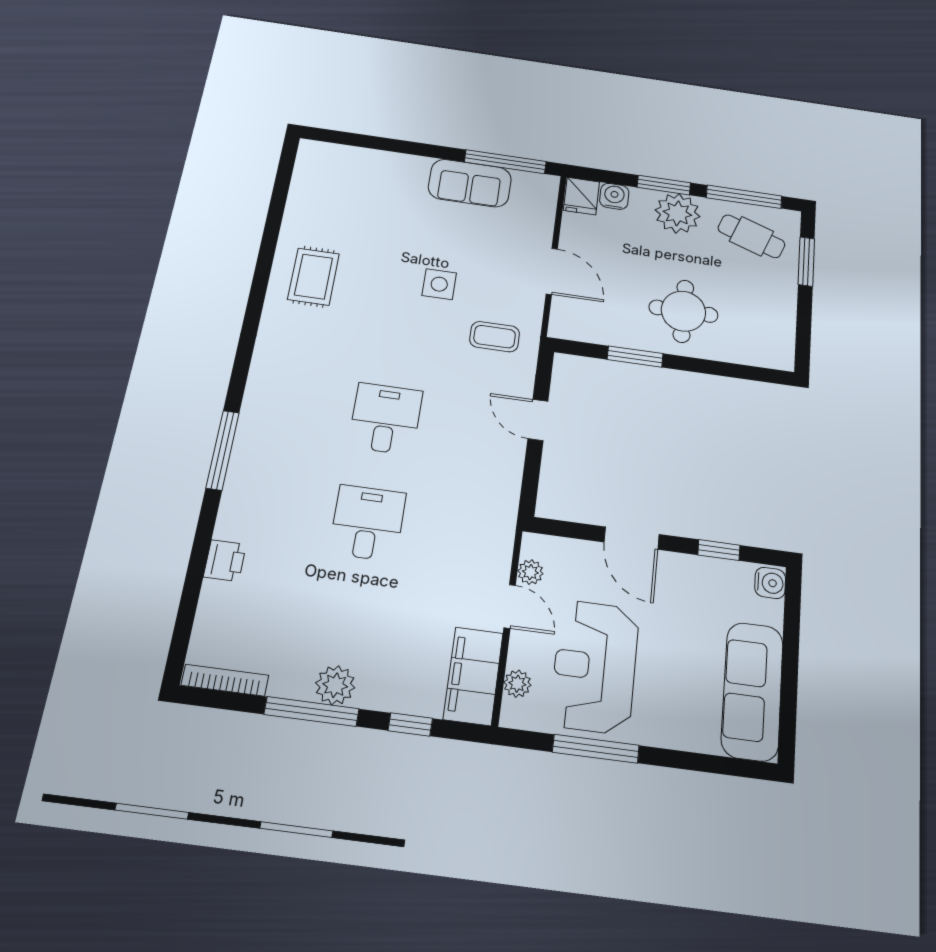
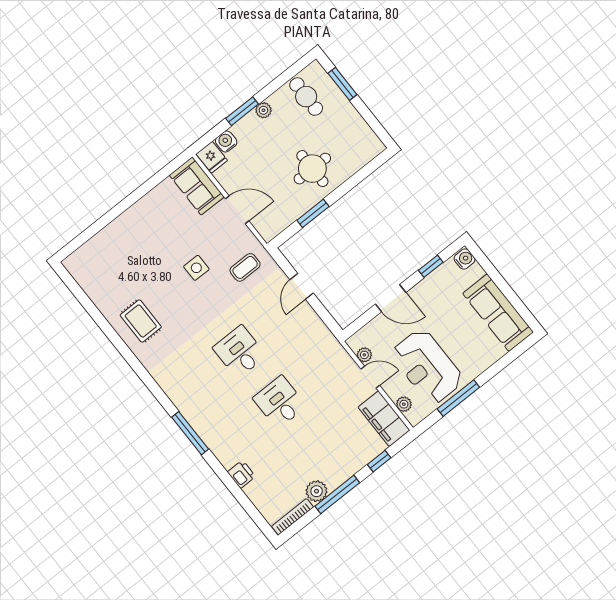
window: (505, 162) -> (161, 176), removed
sofa: (470, 183) -> (197, 186), moved, turned 90
window: (744, 197) -> (283, 78), removed
plant: (678, 213) -> (263, 110), width x0.53, depth x0.53
cafe table: (751, 236) -> (306, 97), turned 71
door: (538, 420) -> (302, 286), hinge flipped
plant: (335, 685) -> (317, 491), moved

